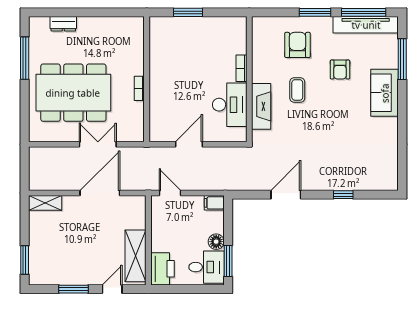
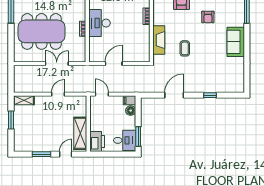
coffee table: (297, 90) -> (185, 48), moved
sofa: (385, 93) -> (236, 42), moved
desk: (230, 105) -> (99, 23), moved, turned 180
door: (100, 193) -> (58, 94), width x0.53
floor lamp: (216, 242) -> (131, 111), moved
window: (25, 260) -> (11, 120), moved

